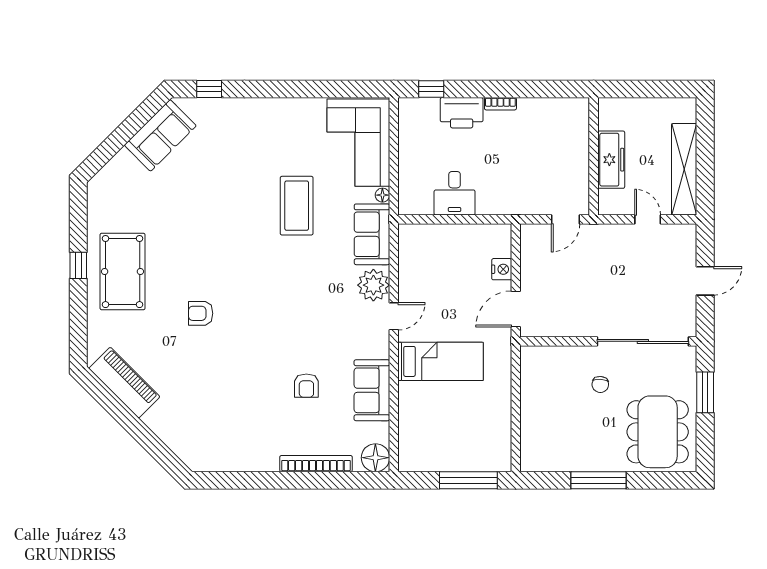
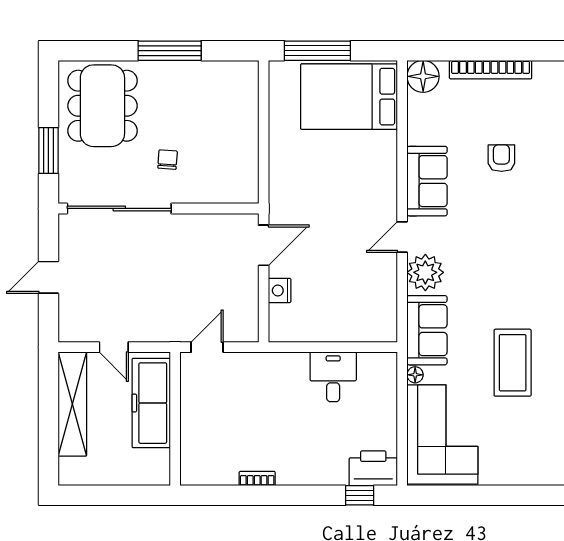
bookcase: (500, 104) -> (257, 479), moved
printer: (462, 113) -> (373, 468), moved
freezer: (611, 160) -> (151, 403), width x1.36, depth x1.26
bed: (441, 361) -> (349, 97), moved, width x1.50
sofa: (372, 390) -> (427, 181), moved

